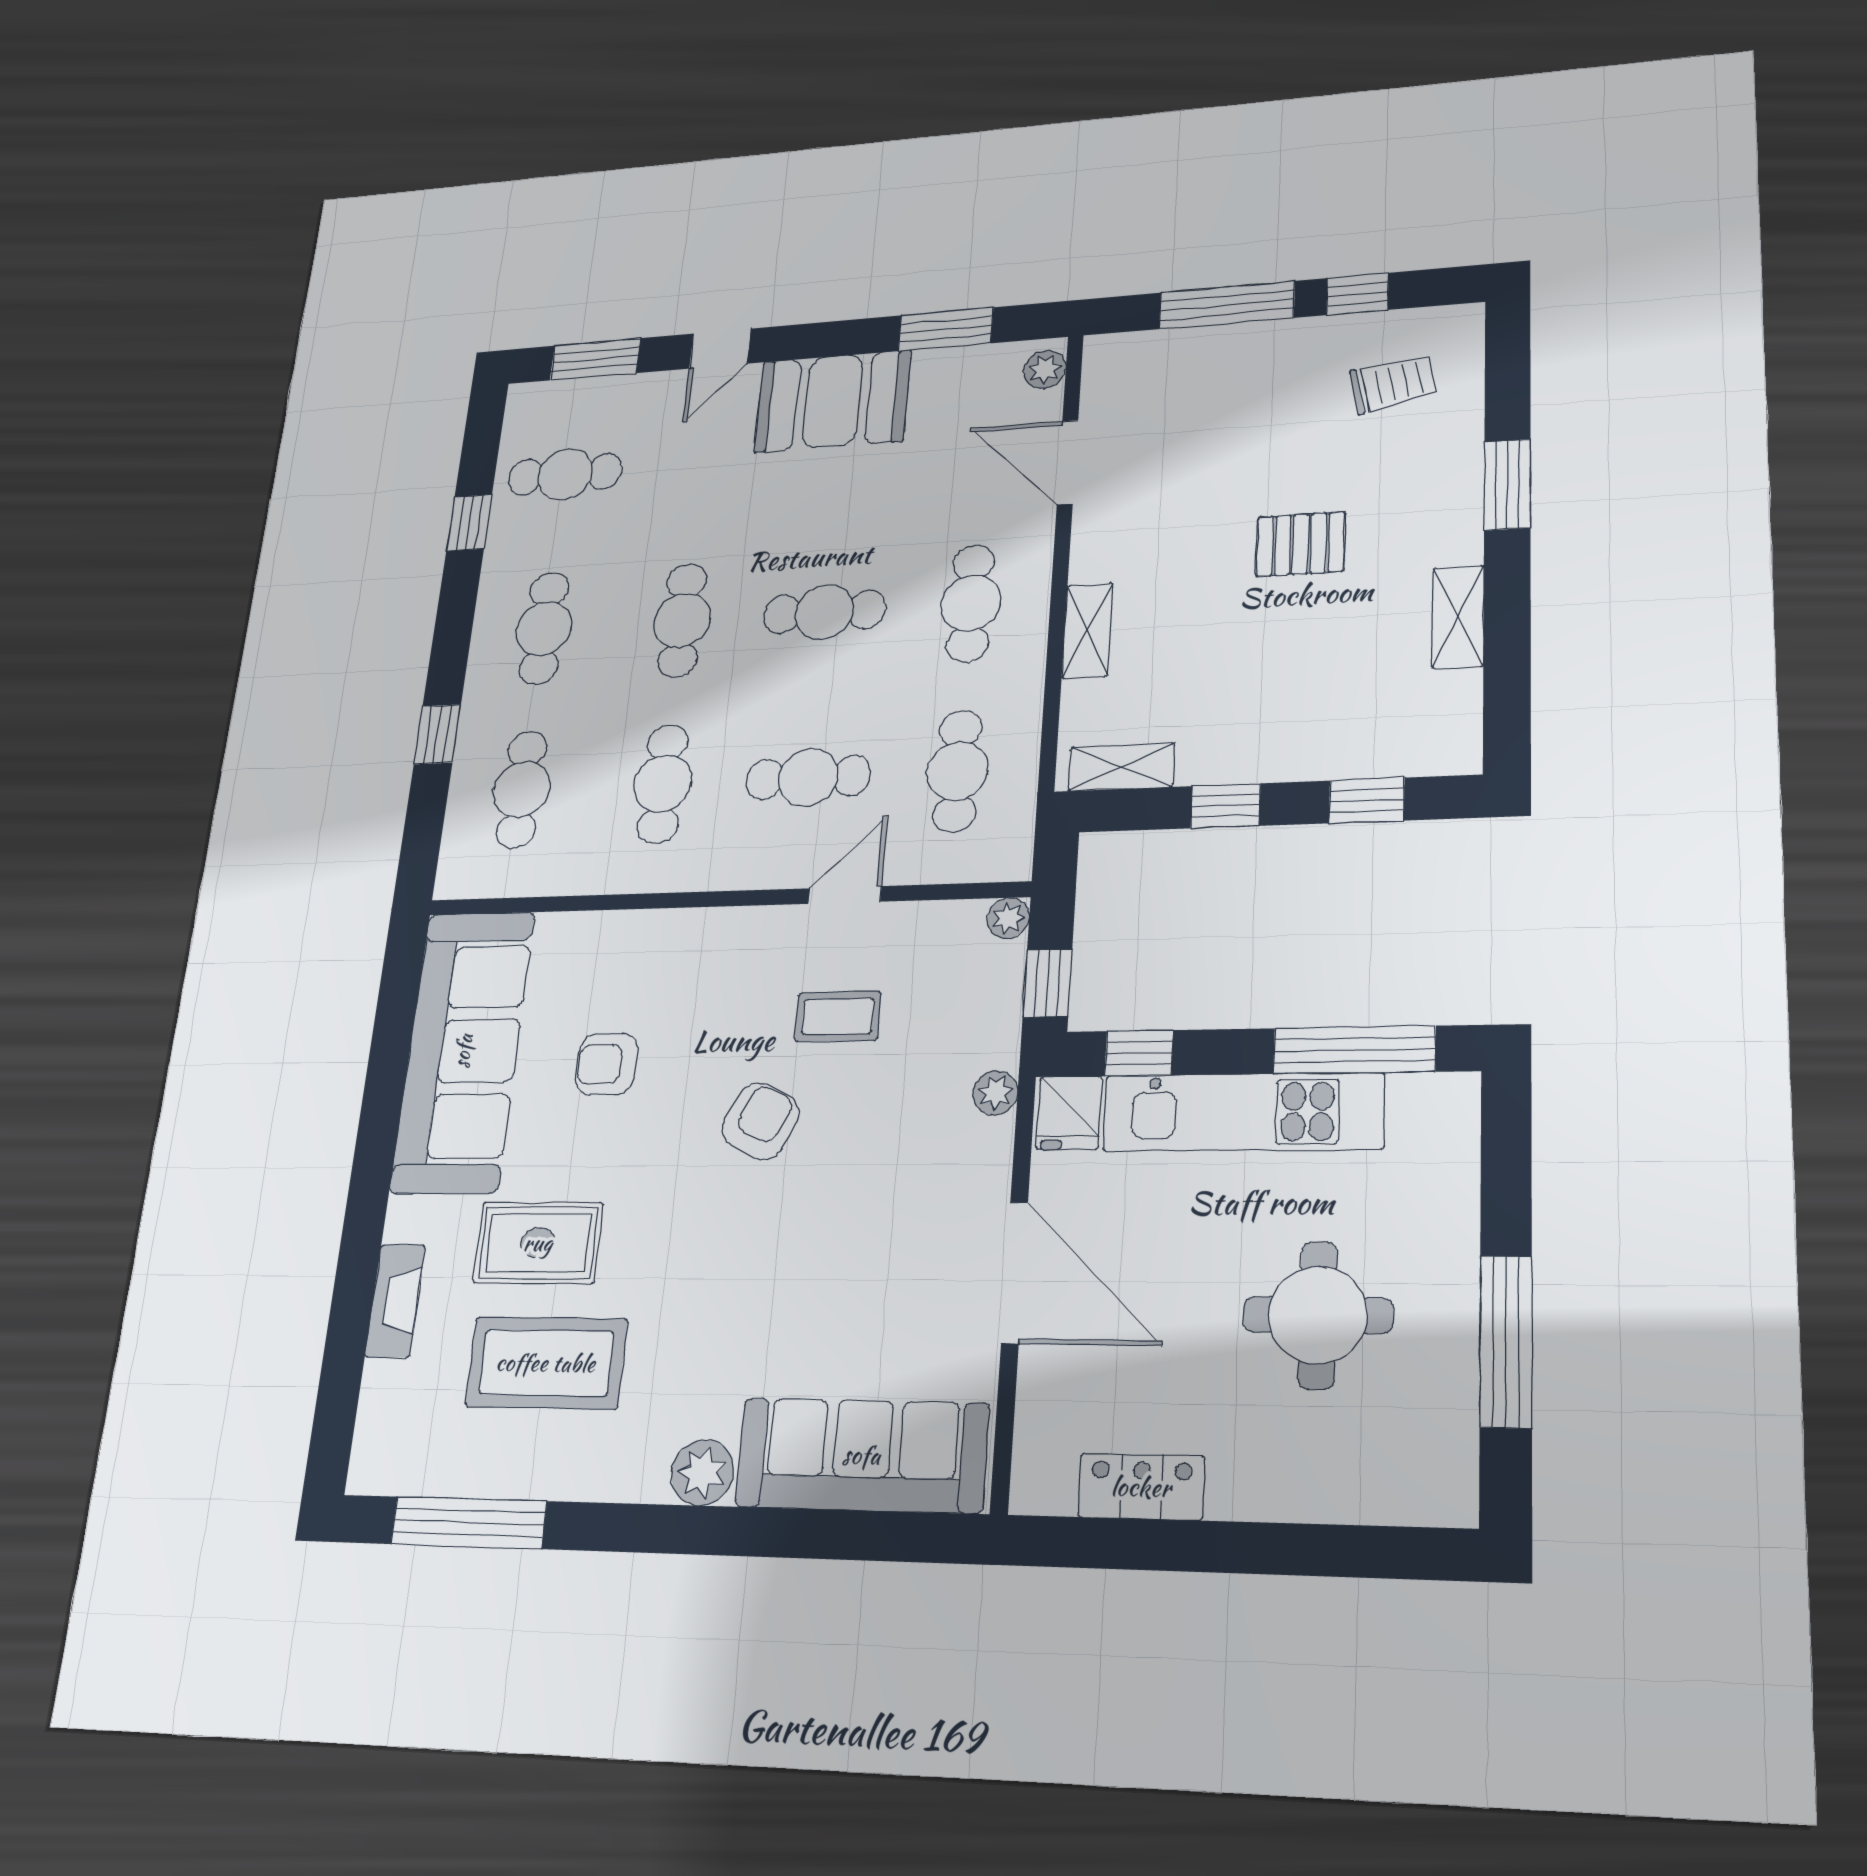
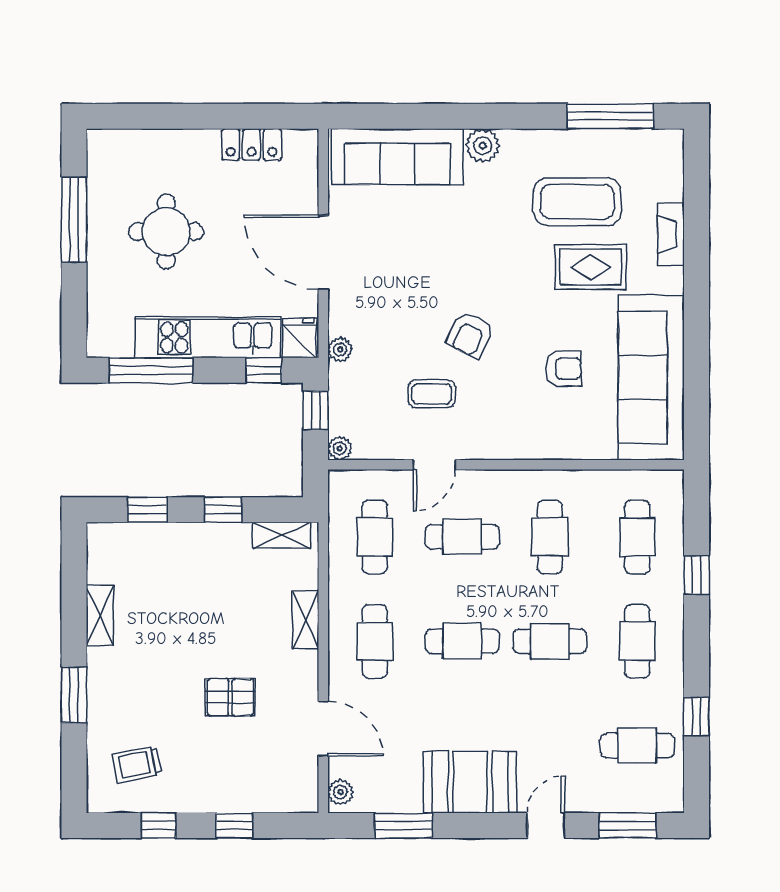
window: (1227, 305) -> (234, 826), width x0.46
pallet: (1301, 544) -> (231, 697), moved
cafe table: (682, 620) -> (550, 641), turned 90

